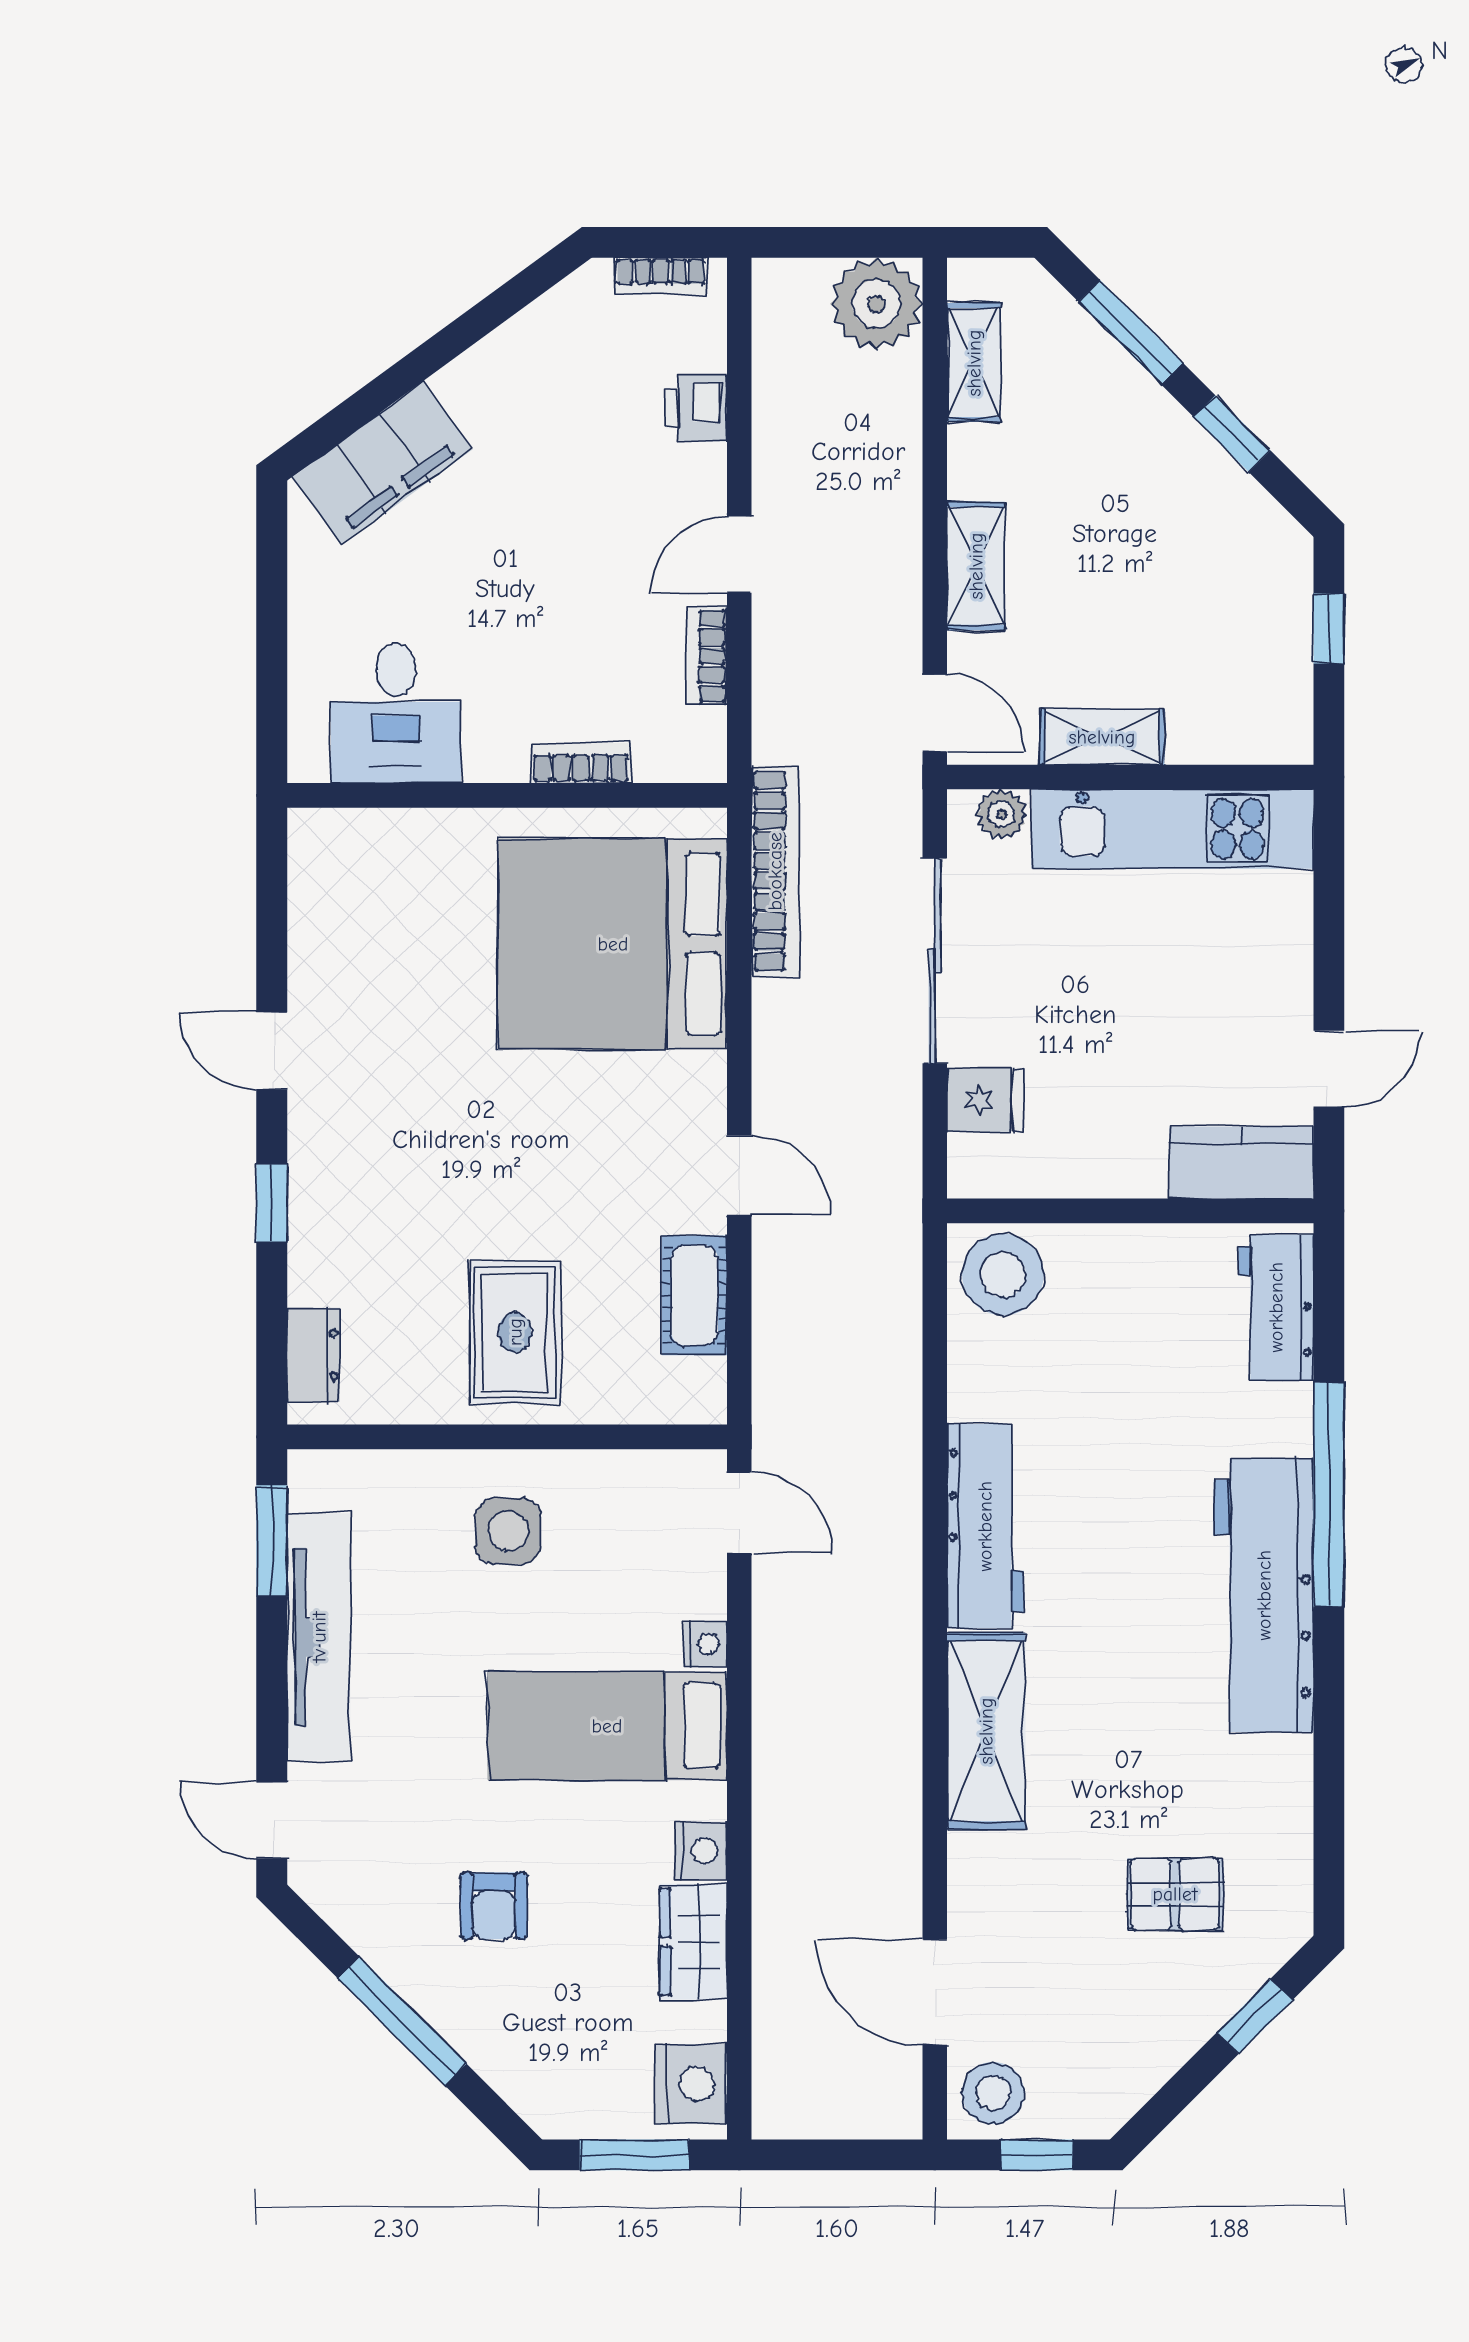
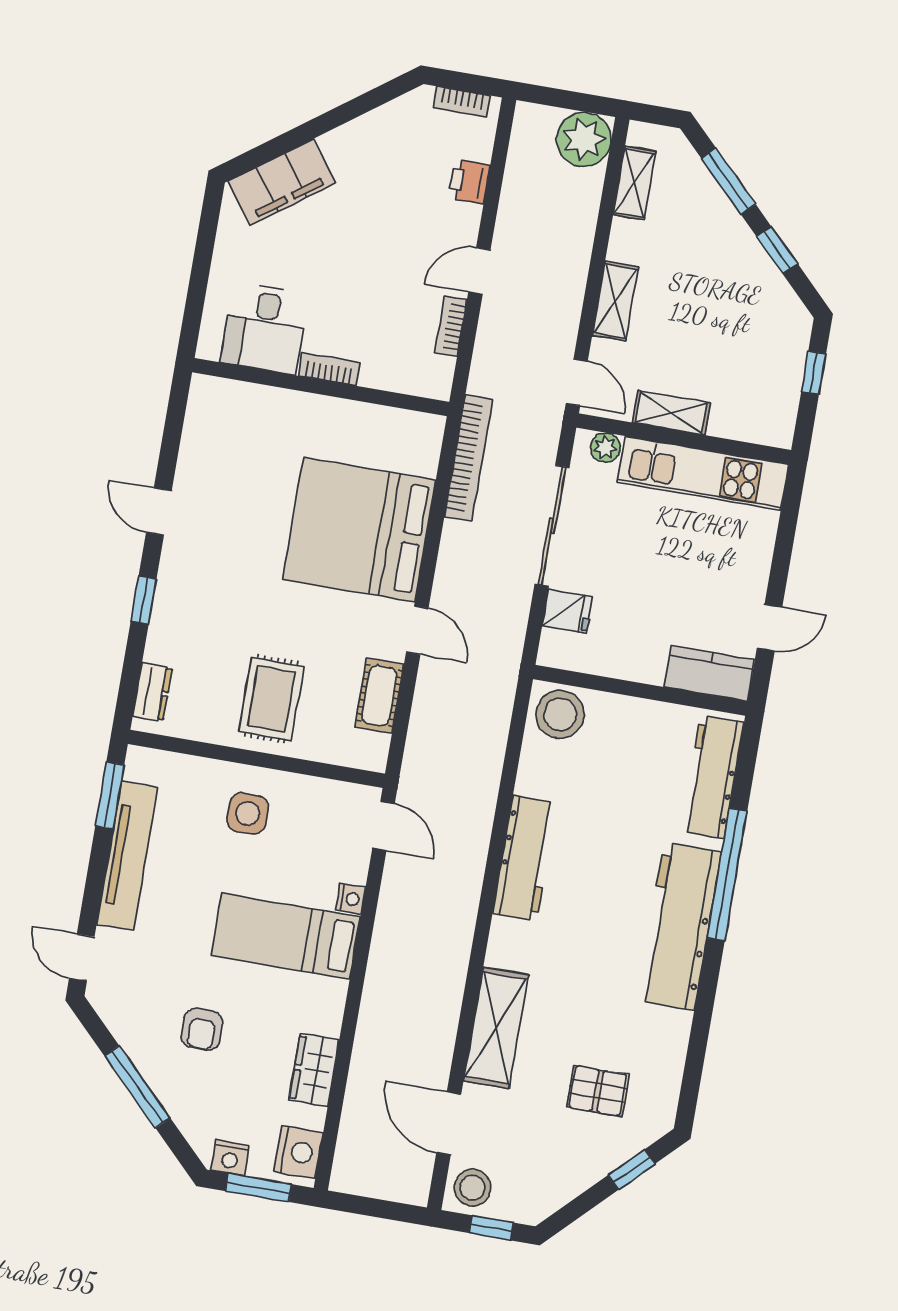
bookcase: (581, 763) -> (329, 369), moved
bed: (613, 944) -> (359, 530), moved
workbench: (1276, 1307) -> (712, 777), width x1.38
shelving: (986, 1731) -> (496, 1028), moved
nightstand: (701, 1850) -> (230, 1158), moved, turned 90

